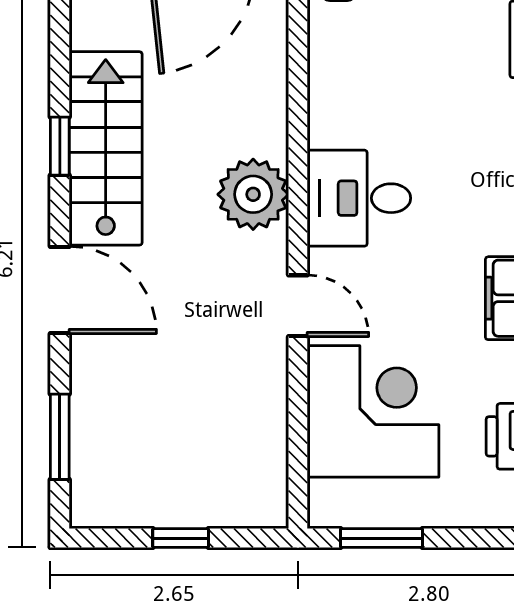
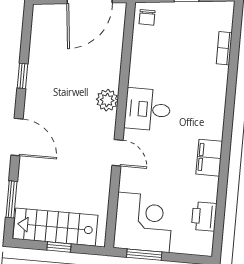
stairs: (106, 148) -> (55, 227), moved, turned -90
plant: (253, 194) -> (107, 100), width x0.73, depth x0.73
corner desk: (373, 411) -> (143, 222), moved

